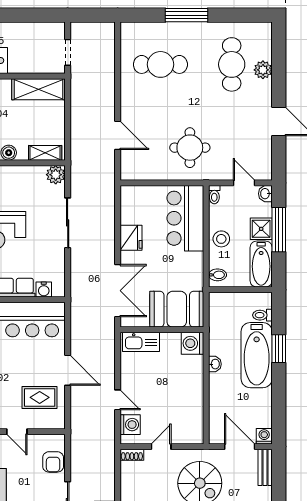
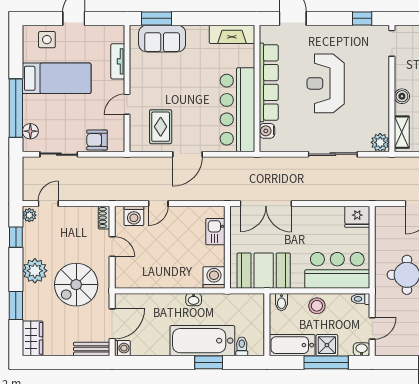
fridge: (131, 238) -> (357, 217), moved
booth: (177, 309) -> (264, 271), moved, turned 90
kitchen sink: (141, 342) -> (215, 232), width x0.73

